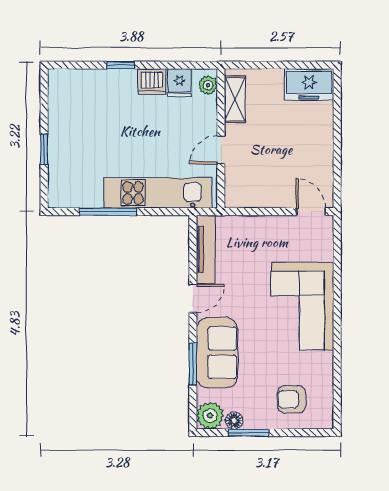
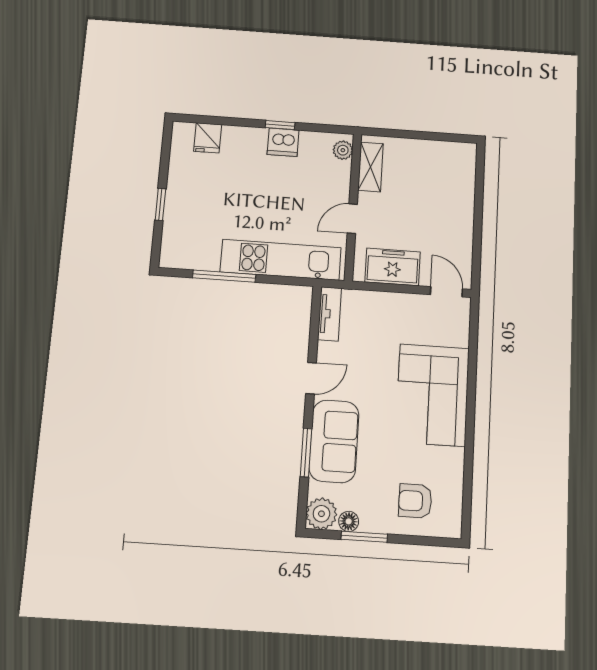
window: (121, 65) -> (280, 125), moved
fridge: (179, 83) -> (208, 138), moved
freezer: (309, 85) -> (393, 267), moved, turned 180
tv unit: (206, 249) -> (330, 314), width x0.71

